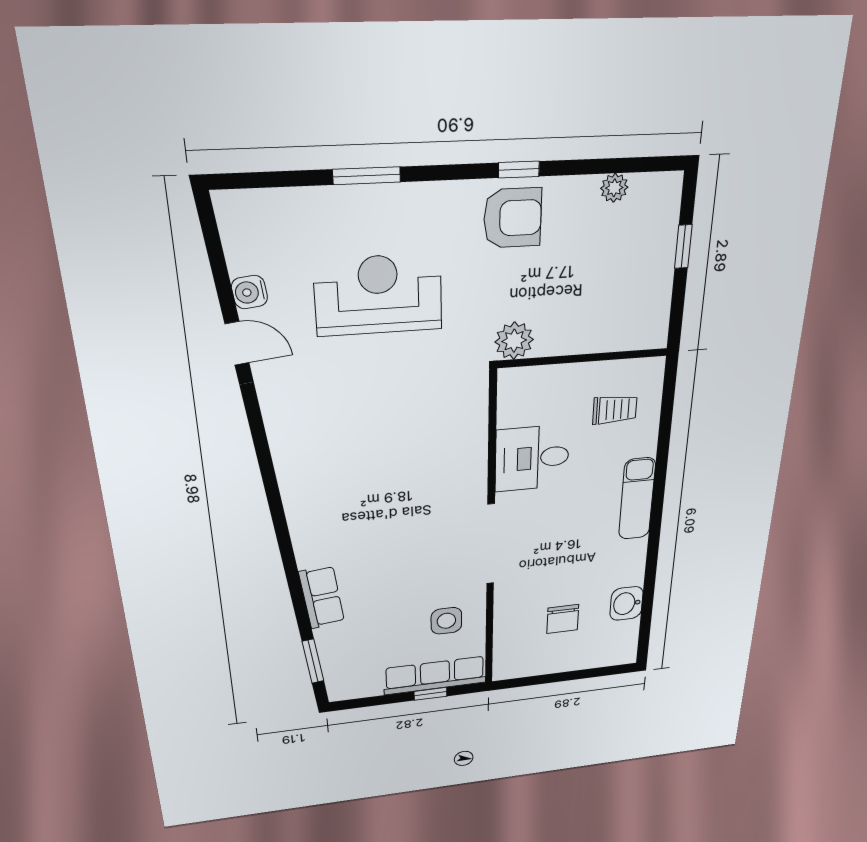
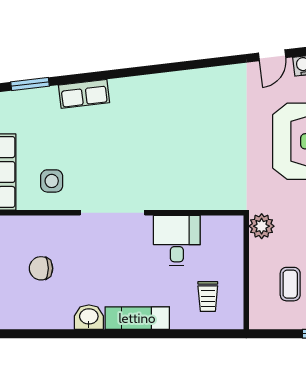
coffee table: (605, 291) -> (290, 284), added
washbasin: (626, 603) -> (89, 317), moved

